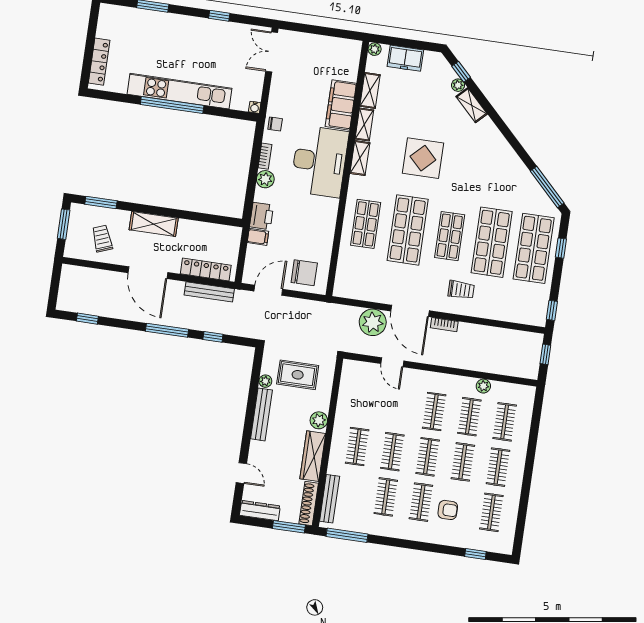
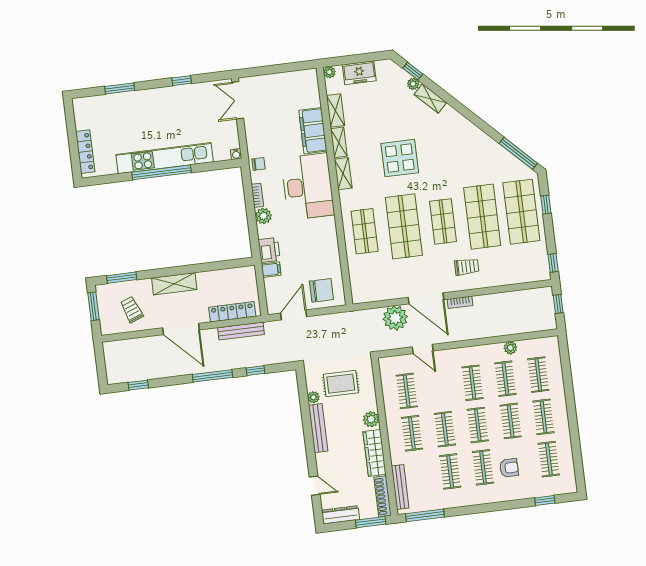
clothes rail: (364, 401) -> (407, 391), added

